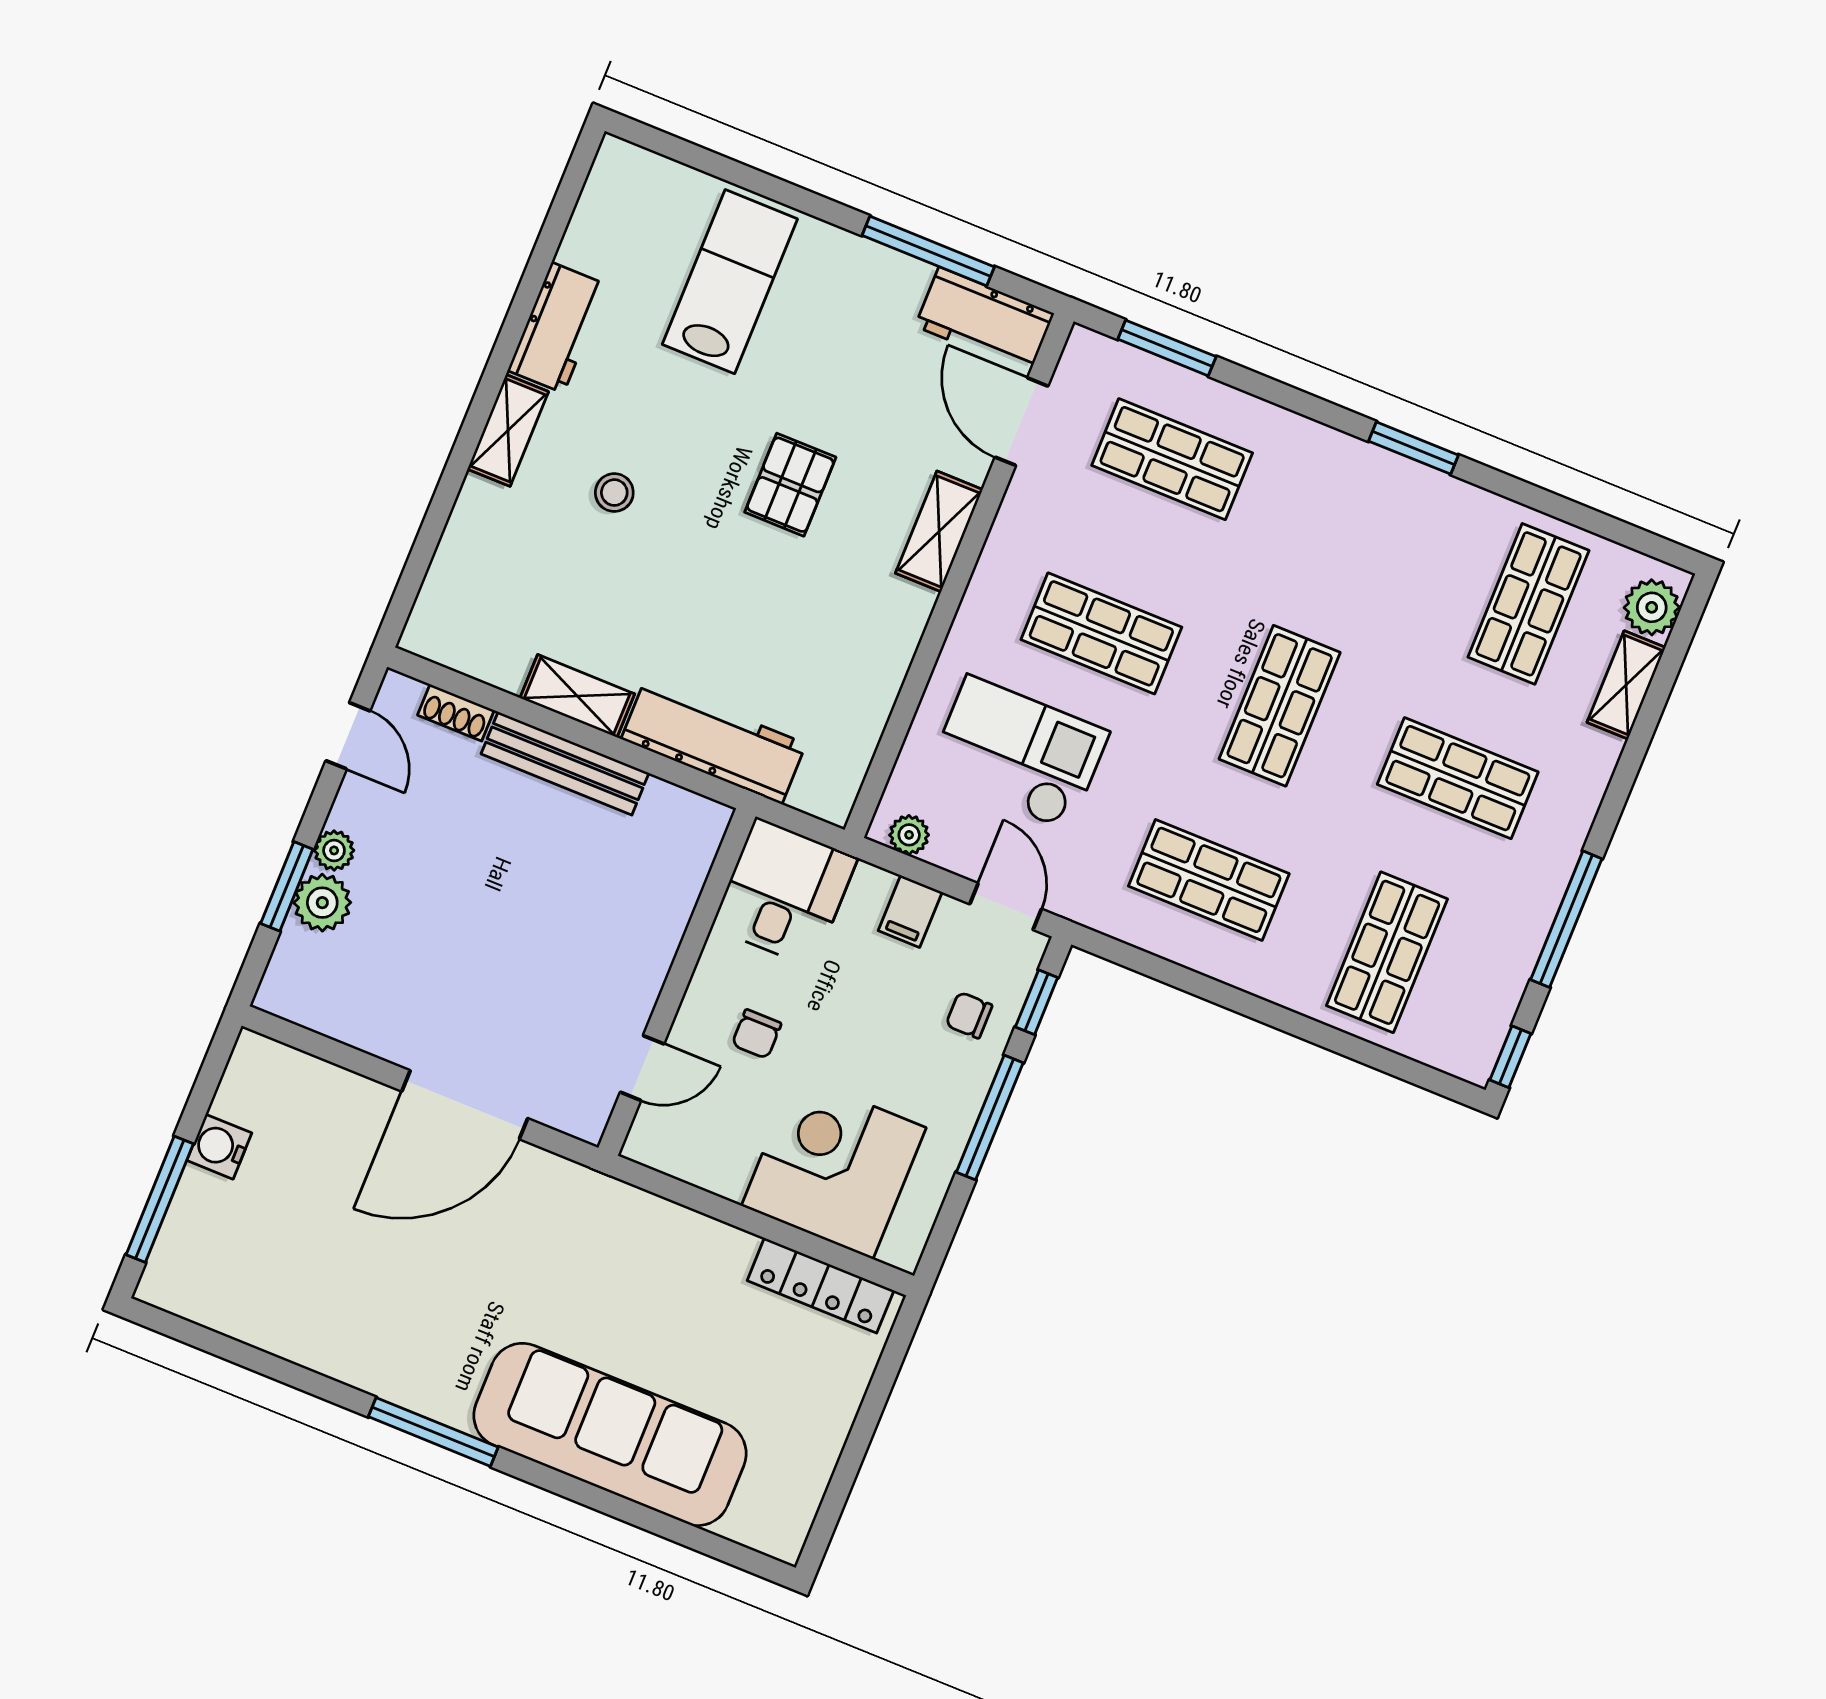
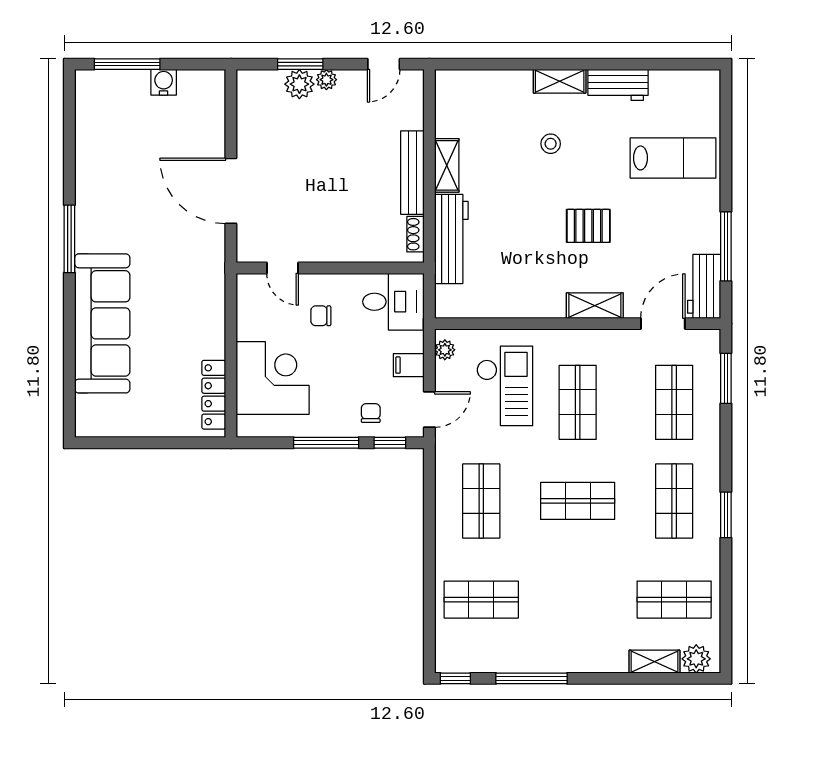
shoe rack: (456, 713) -> (415, 234), moved
shop shelf: (1458, 778) -> (674, 501), moved

